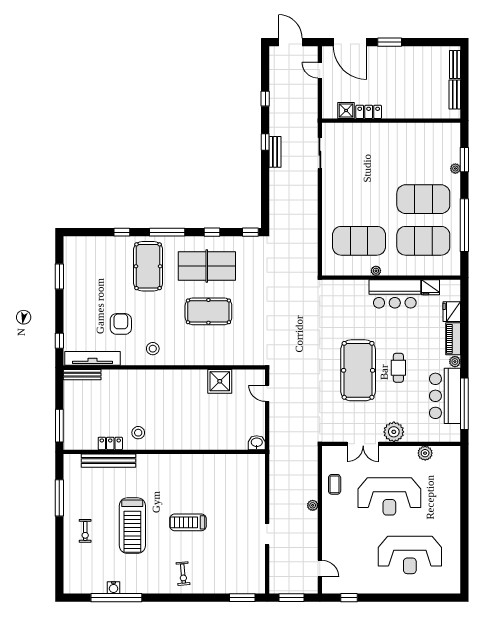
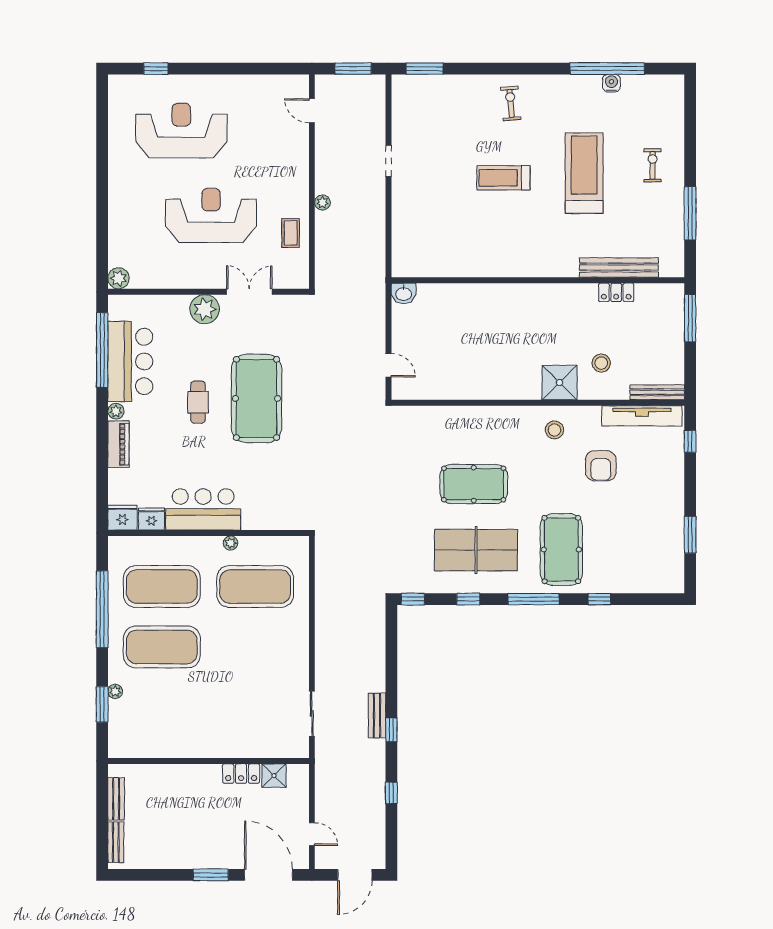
door: (290, 42) -> (355, 875), hinge flipped
fridge: (452, 312) -> (122, 518), moved, turned -90
shower: (220, 381) -> (559, 383), moved
stool: (138, 433) -> (601, 363), moved
plant: (425, 453) -> (119, 278), moved
treadmill: (188, 522) -> (503, 178), turned 180
window: (349, 598) -> (156, 69), moved

